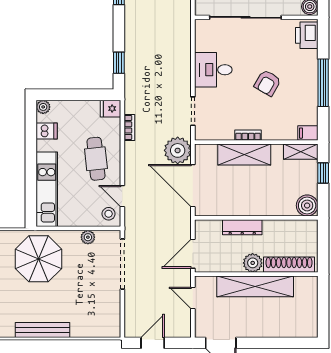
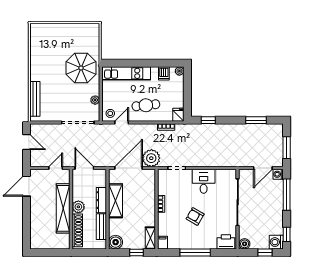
shelving: (244, 155) -> (116, 201), moved
bench: (283, 227) -> (101, 227), added
bench: (42, 330) -> (35, 99), moved

